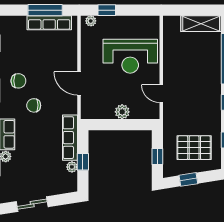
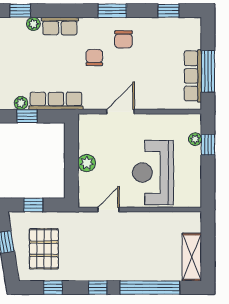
plant: (91, 21) -> (195, 139), moved

